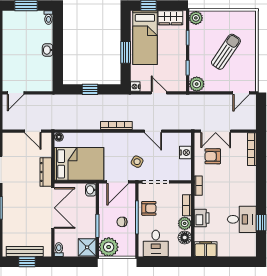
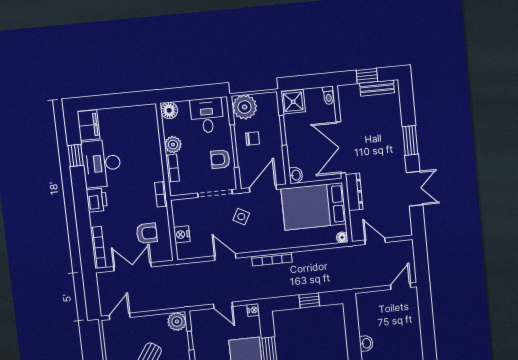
double door: (216, 131) -> (133, 267), moved
printer: (202, 218) -> (97, 200), moved, turned 180
desk: (242, 219) -> (102, 163), width x1.37
floor lamp: (185, 237) -> (169, 110), moved
plant: (109, 247) -> (245, 107), moved
filing cabinet: (206, 249) -> (88, 125), moved, turned -90
bench: (25, 252) -> (377, 88), width x0.73

